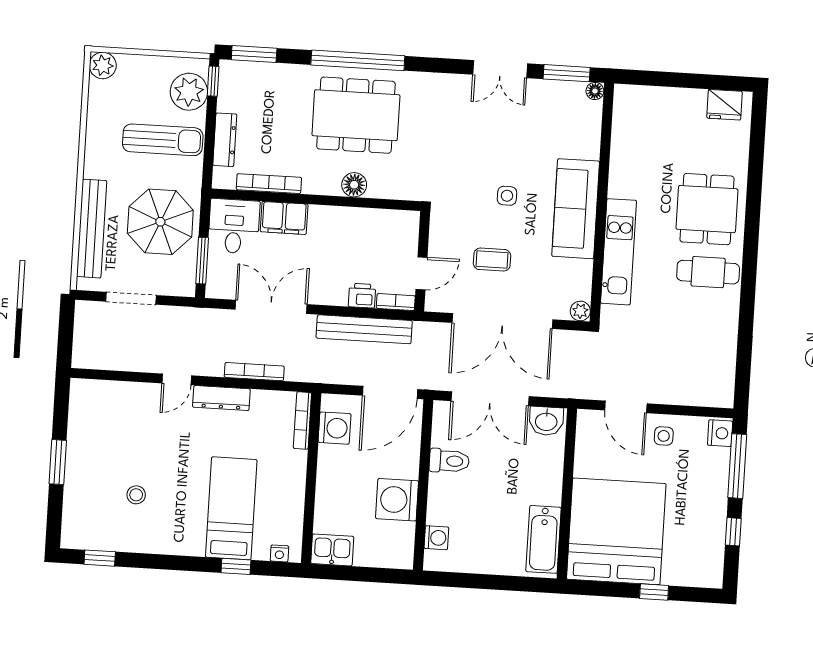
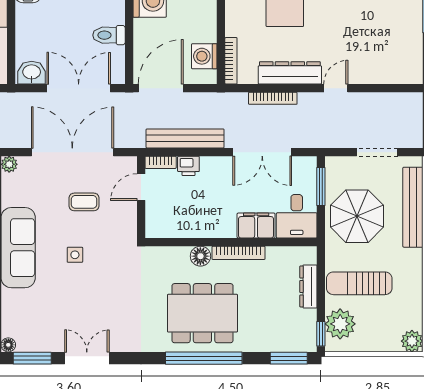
bookcase: (269, 184) -> (239, 253), moved
dresser: (221, 398) -> (290, 73), width x1.37, depth x1.24

